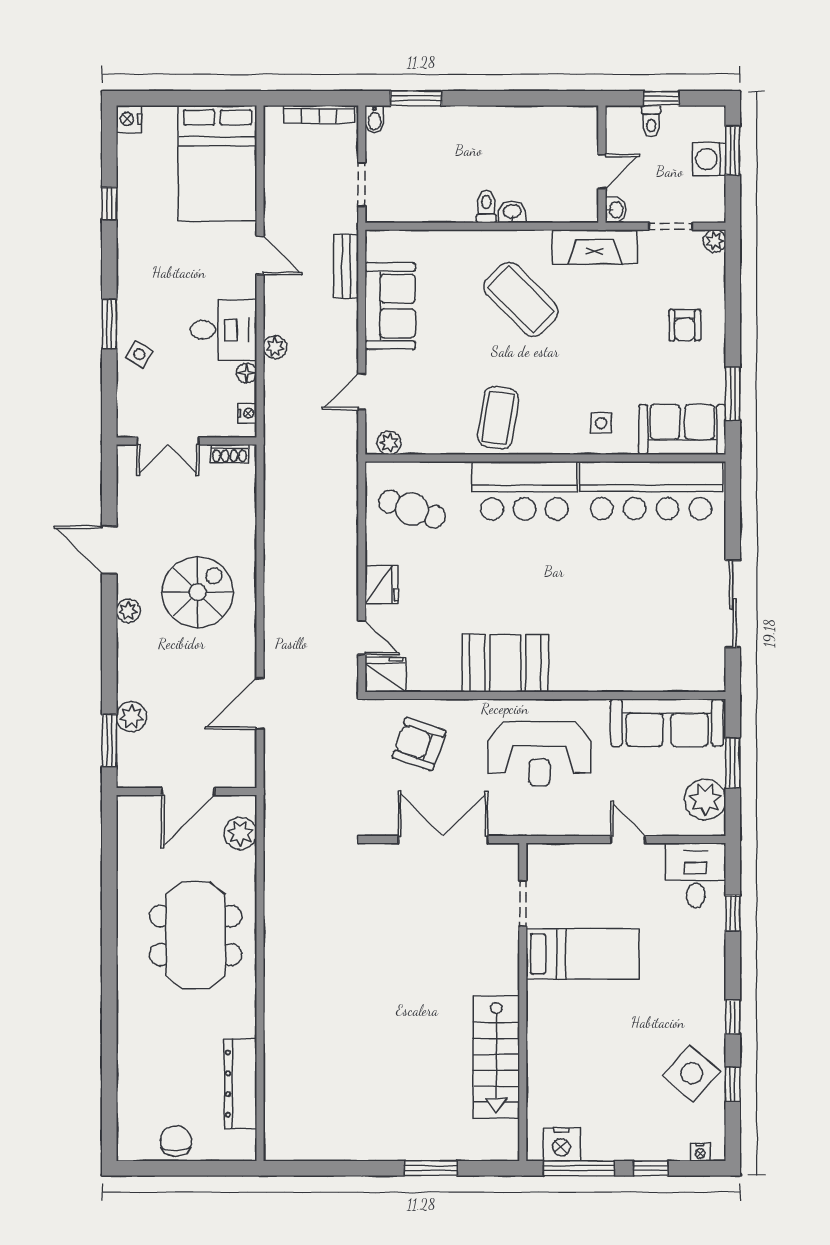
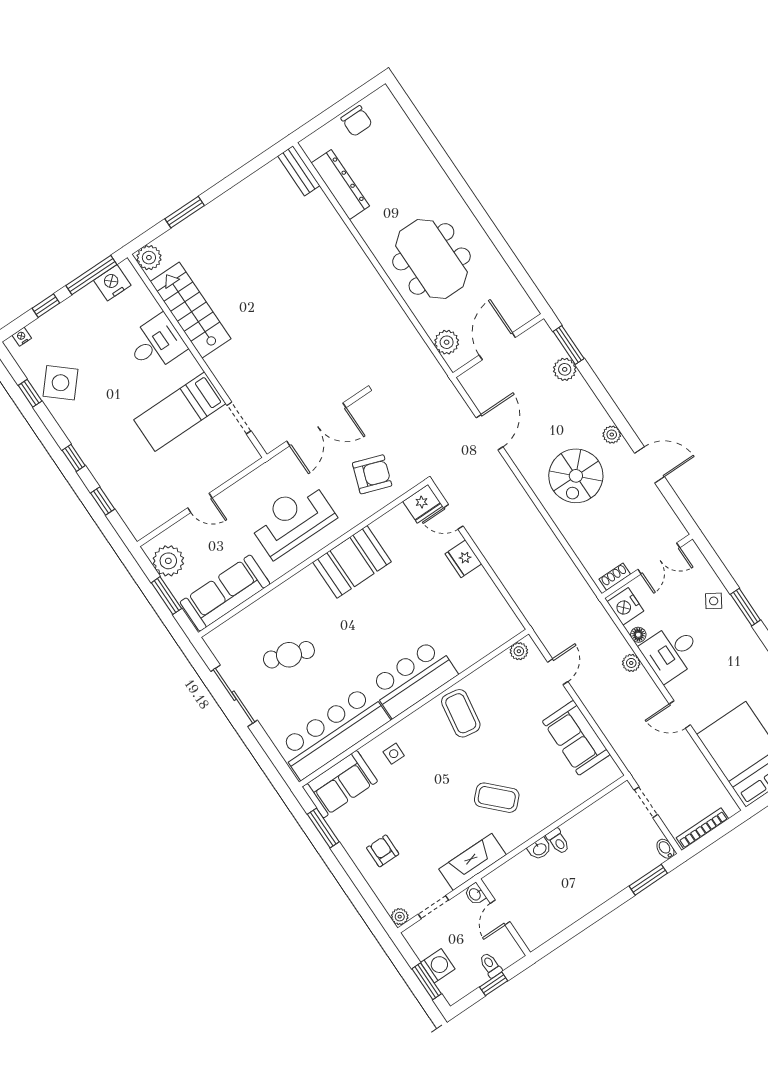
bench: (346, 266) -> (299, 171), moved
coffee table: (521, 299) -> (497, 798), width x0.73, depth x0.76
nightstand: (247, 413) -> (625, 606), width x1.89, depth x1.79
double door: (168, 441) -> (659, 558), swing flipped
cafe table: (412, 509) -> (289, 655), moved
desk: (696, 875) -> (156, 344), moved, turned -90
window: (733, 1017) -> (74, 458), moved
plant: (503, 1145) -> (149, 258), added

